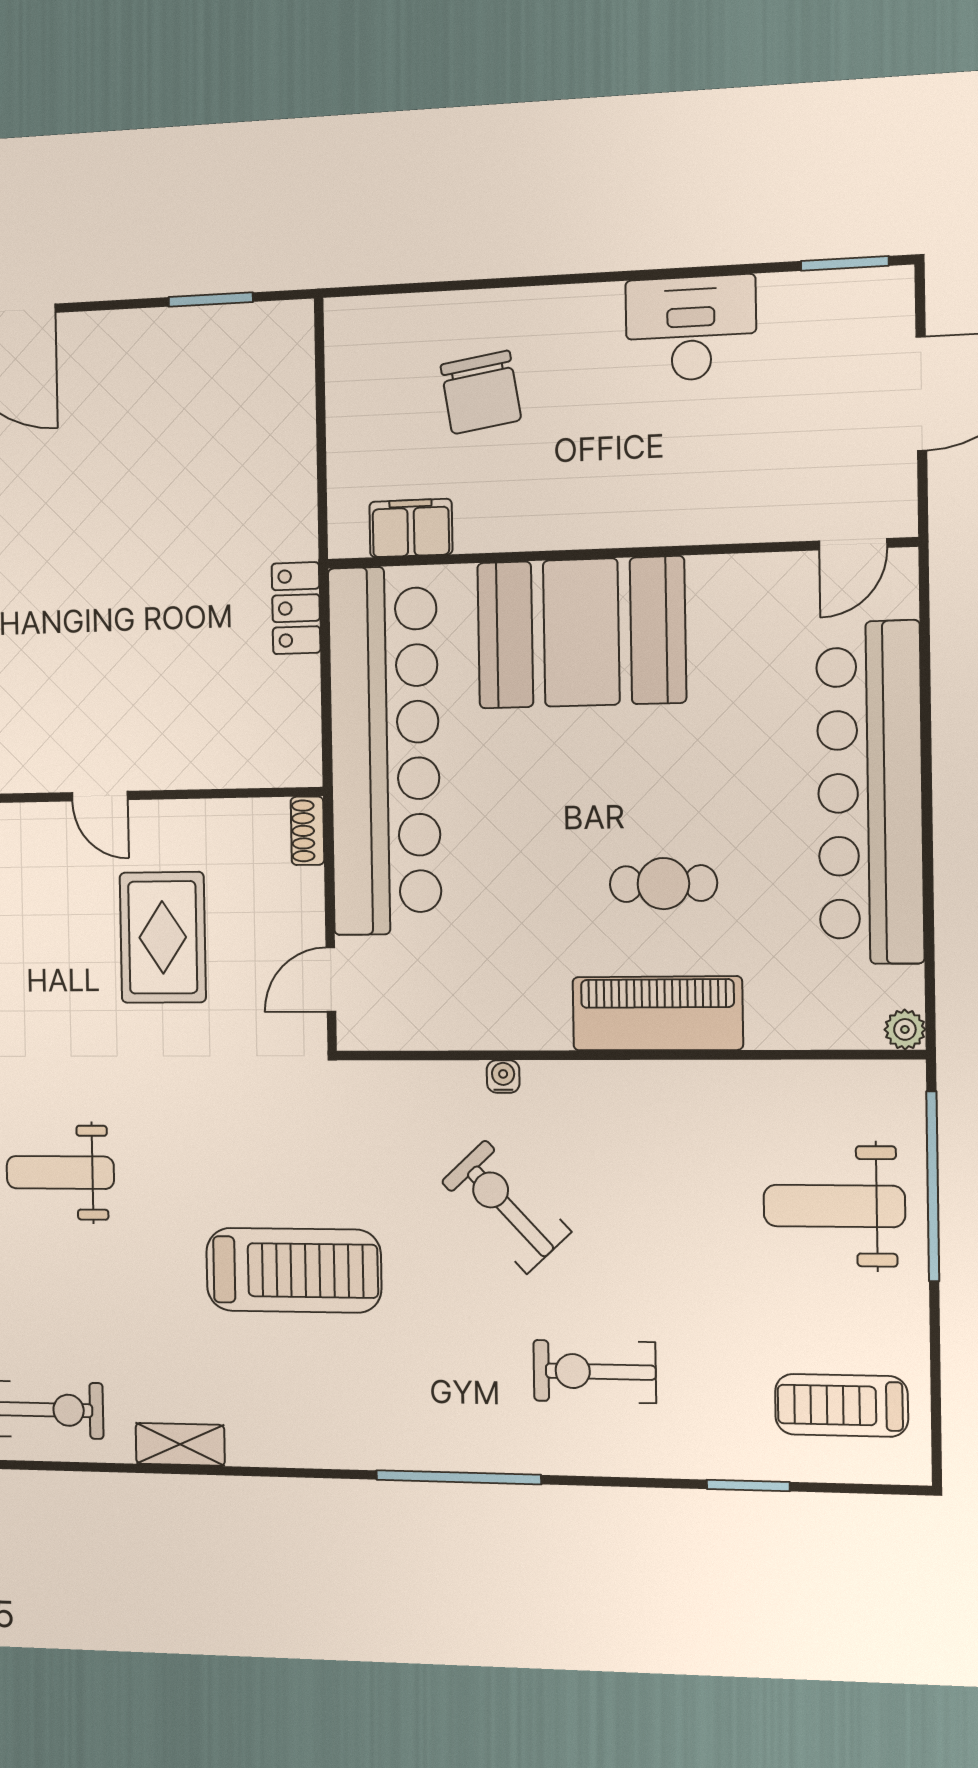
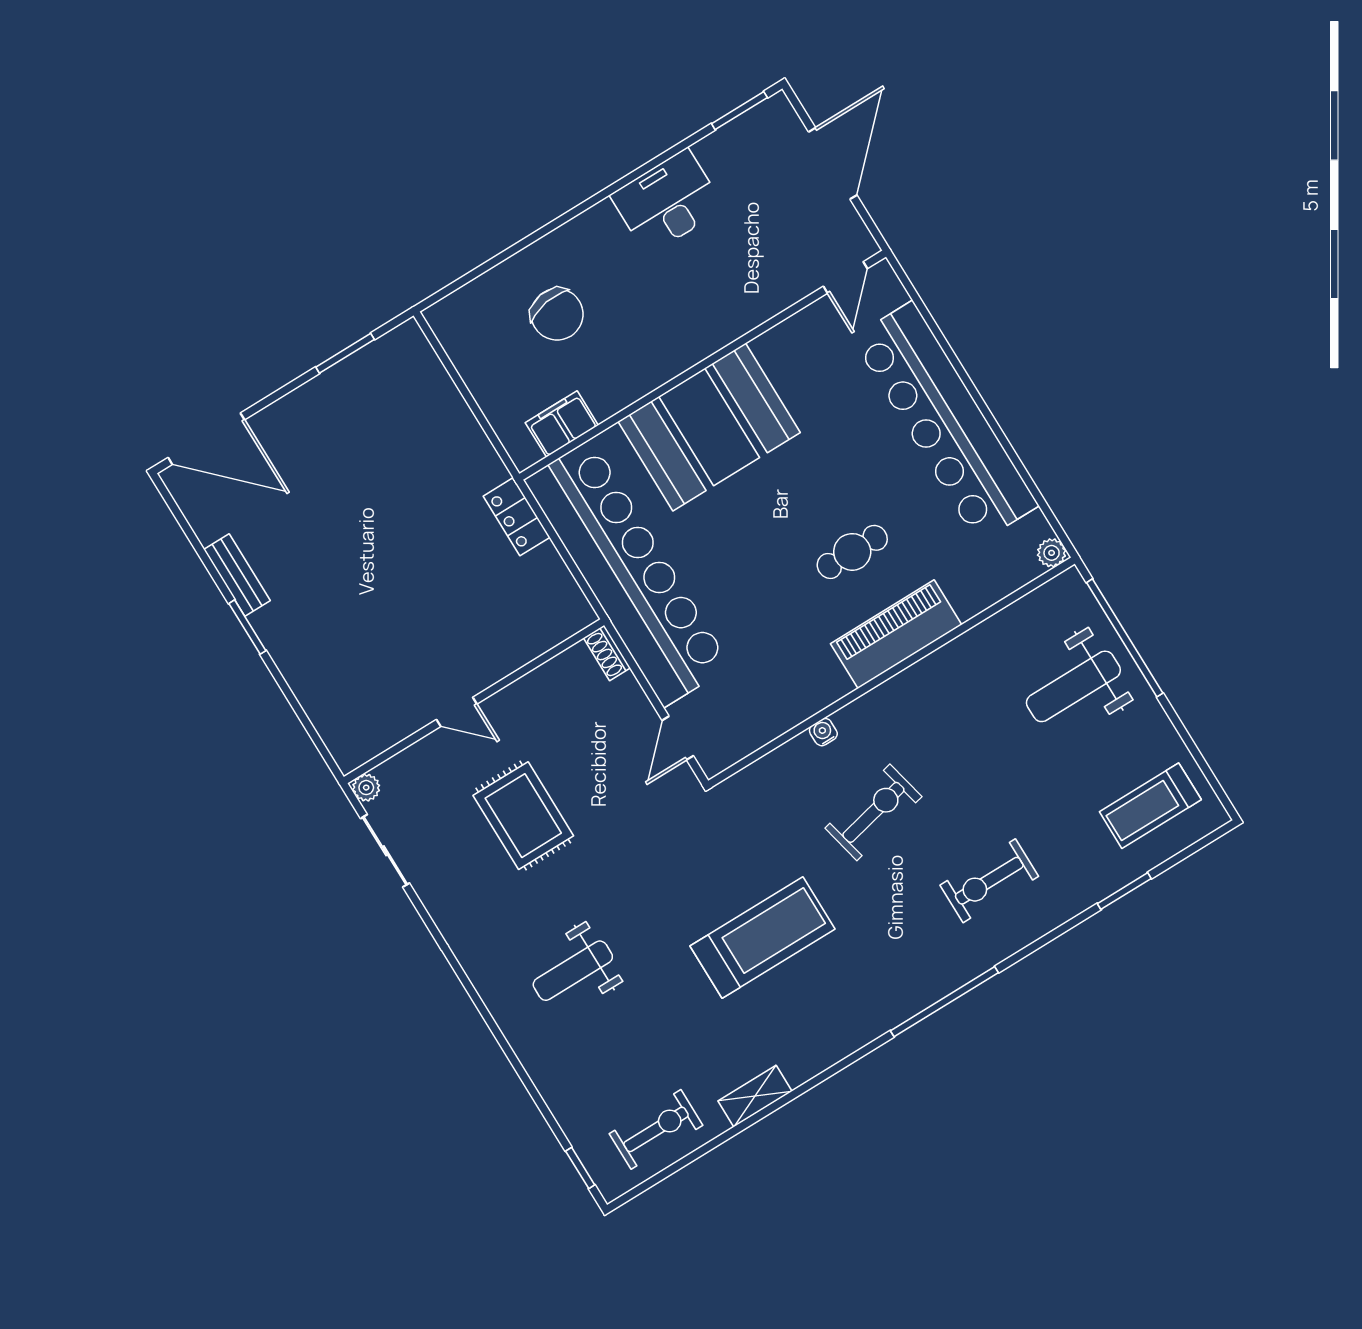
rug: (163, 937) -> (523, 816), moved
exercise bike: (506, 1207) -> (873, 812), turned 120

